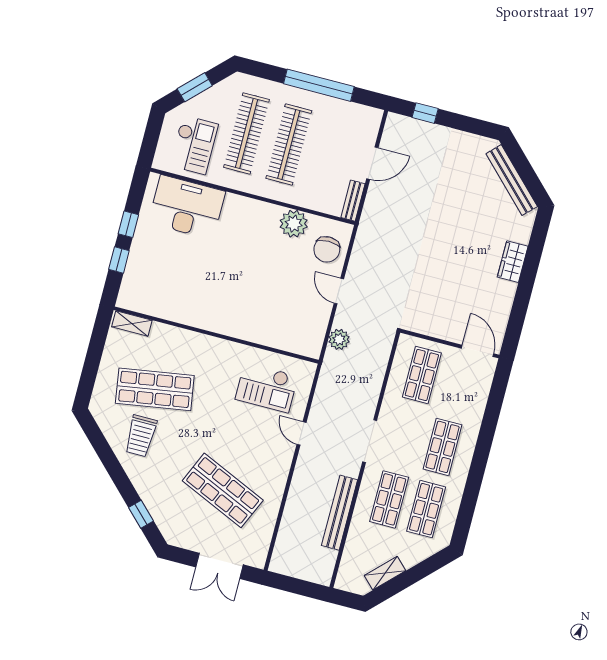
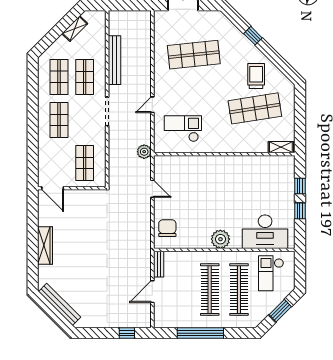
plant: (294, 224) -> (220, 239), moved
wardrobe: (513, 262) -> (45, 245), width x1.50
door: (339, 291) -> (152, 189), moved
plant: (339, 339) -> (144, 152), moved
door: (302, 433) -> (152, 105), swing flipped
shop shelf: (223, 490) -> (194, 55), turned -30
window: (141, 514) -> (253, 36), moved

